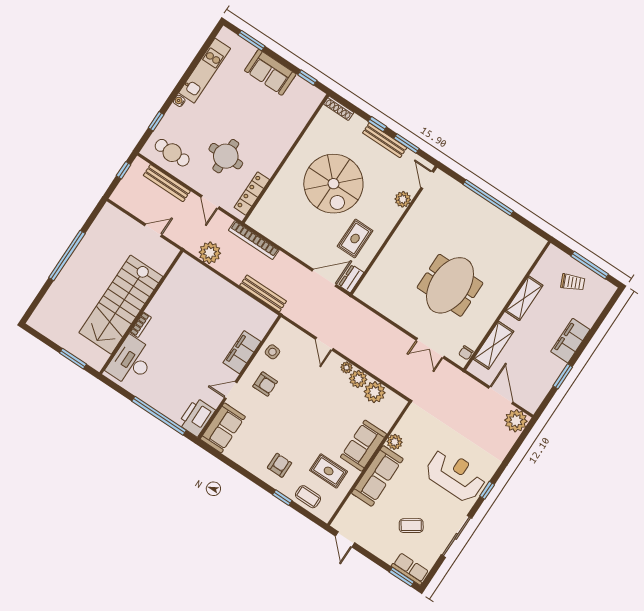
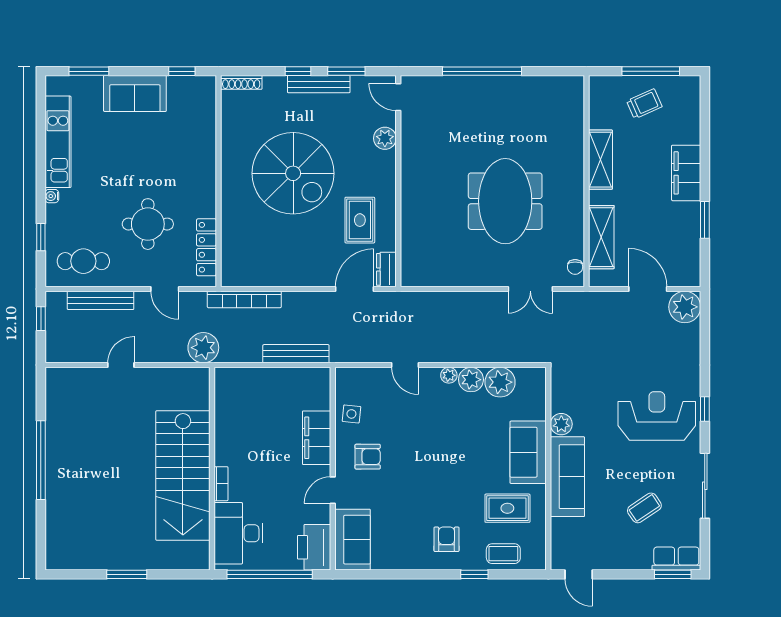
stairs: (121, 305) -> (183, 476), moved
wall: (141, 312) -> (212, 469), moved
bookcase: (141, 325) -> (221, 484), moved
desk: (131, 362) -> (238, 533), moved

